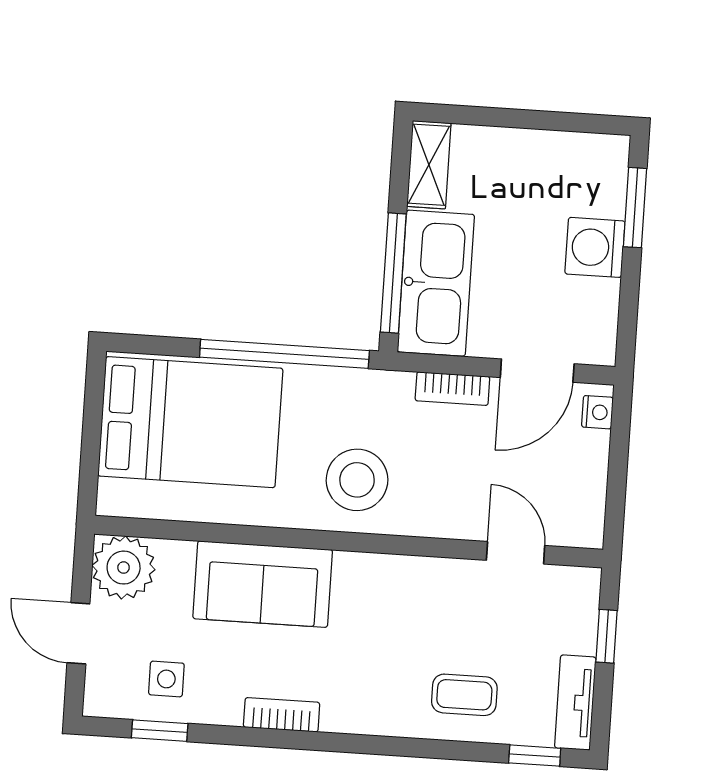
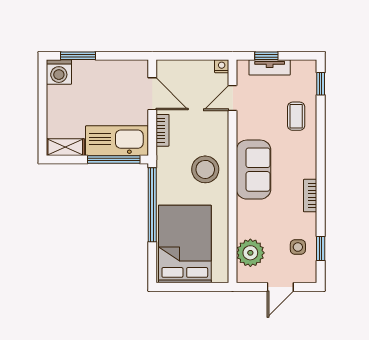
washing machine: (595, 247) -> (59, 72), moved
nightstand: (597, 412) -> (222, 66), moved
plant: (124, 568) -> (250, 253), moved
sofa: (263, 584) -> (254, 170), moved
tv unit: (575, 703) -> (270, 67), moved

